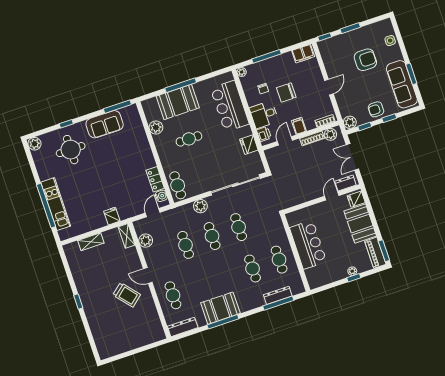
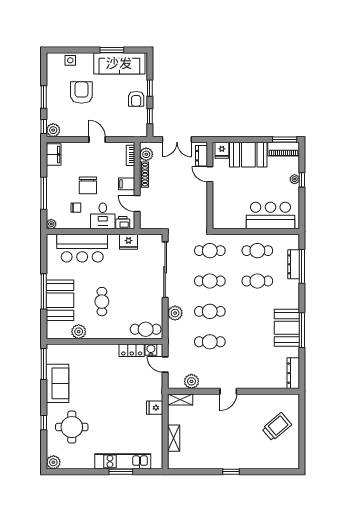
plant: (350, 122) -> (53, 130), moved
window: (46, 206) -> (121, 472), width x0.47
bar counter: (308, 245) -> (270, 216), moved
trolley: (127, 295) -> (277, 427), moved
cafe table: (173, 295) -> (210, 251), moved

